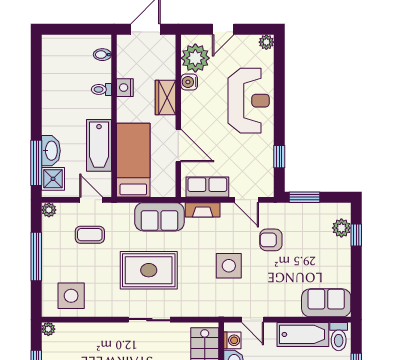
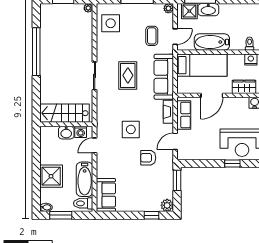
window: (279, 157) -> (232, 163), moved
sofa: (159, 217) -> (164, 77), width x1.36
plant: (341, 228) -> (167, 205), moved
armchair: (271, 240) -> (148, 158), turned -90
rug: (149, 270) -> (128, 75), width x0.73, depth x0.70

